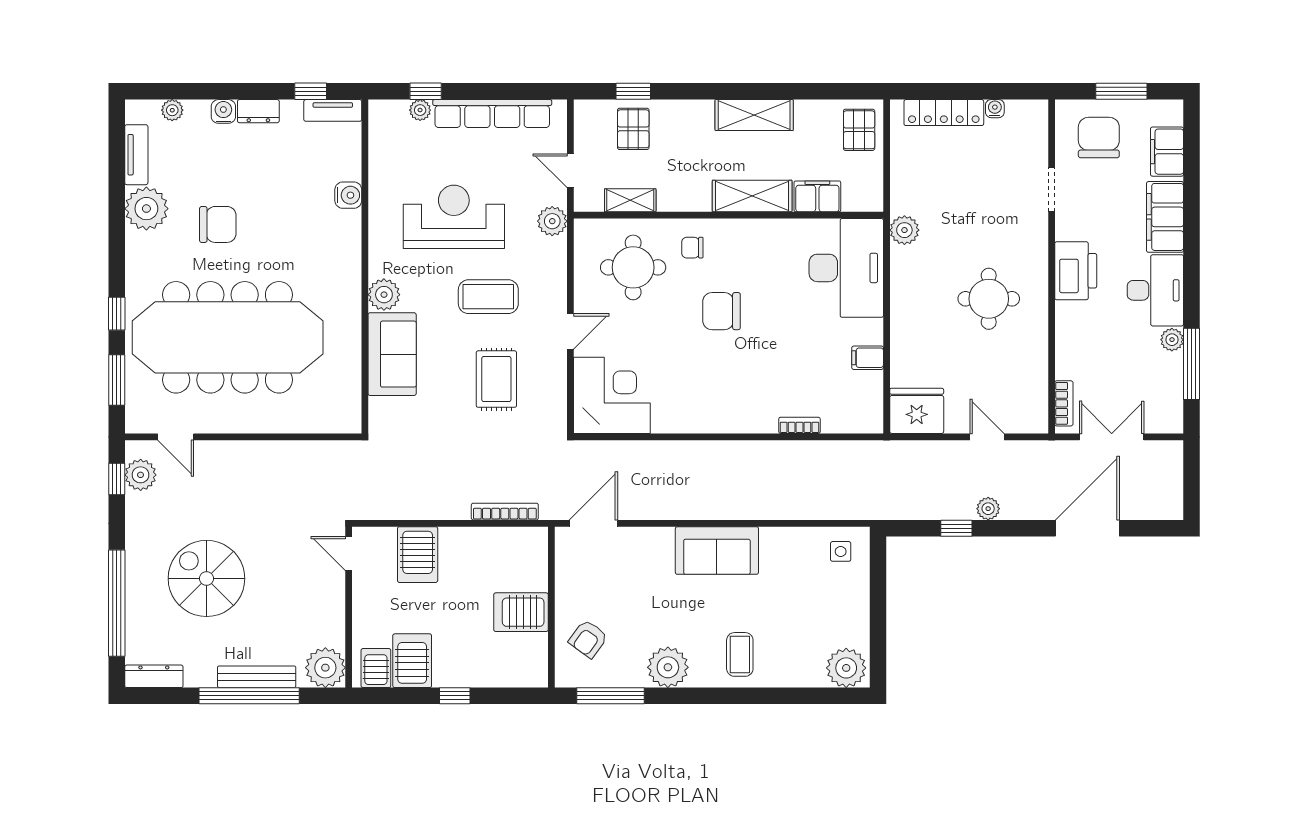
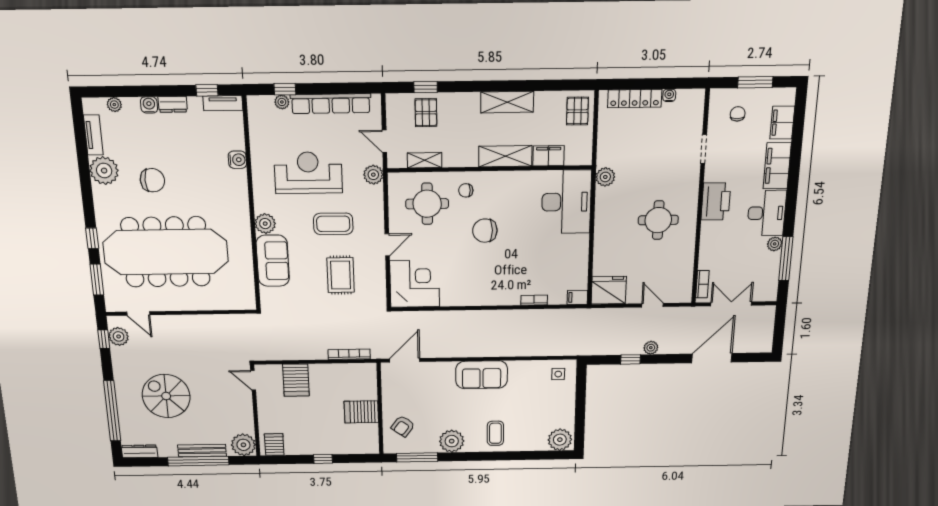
chair: (1099, 138) -> (738, 114), width x0.54, depth x0.54
filing cabinet: (868, 358) -> (577, 297), moved
server rack: (412, 661) -> (296, 440), removed

